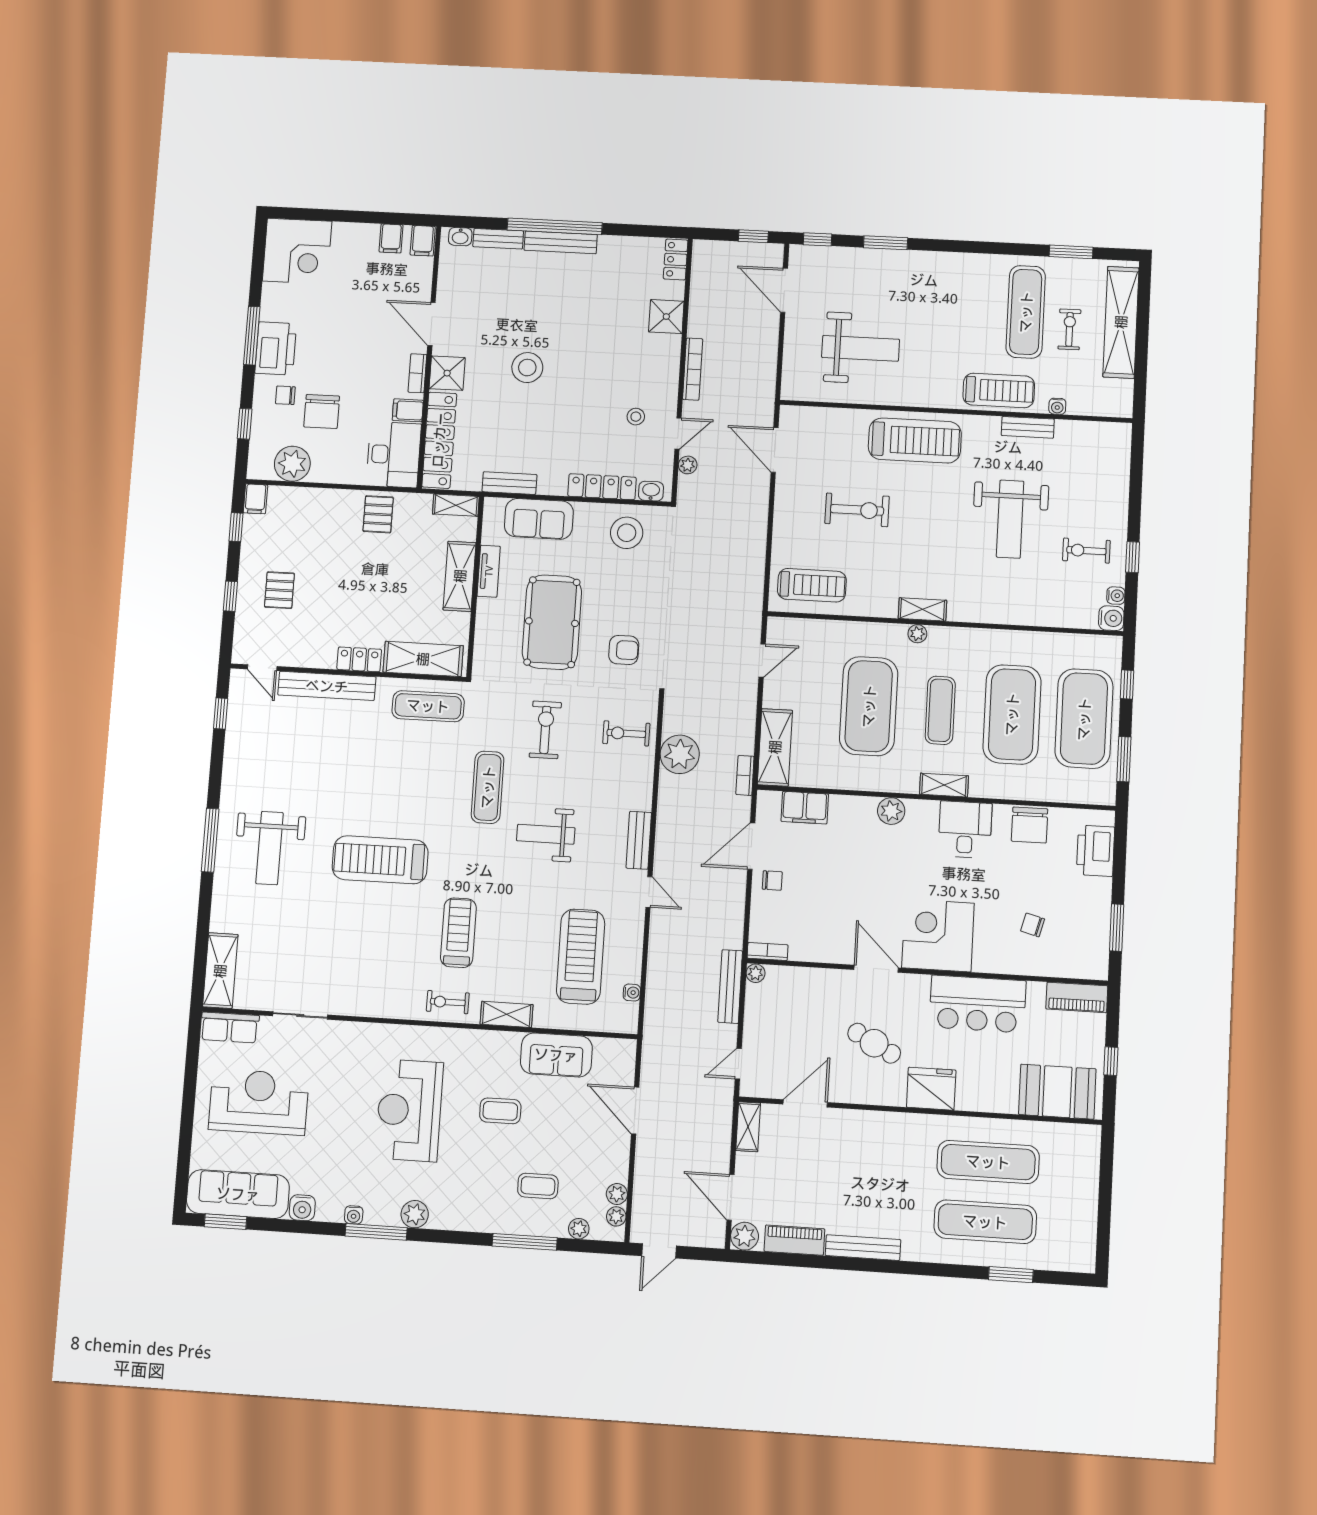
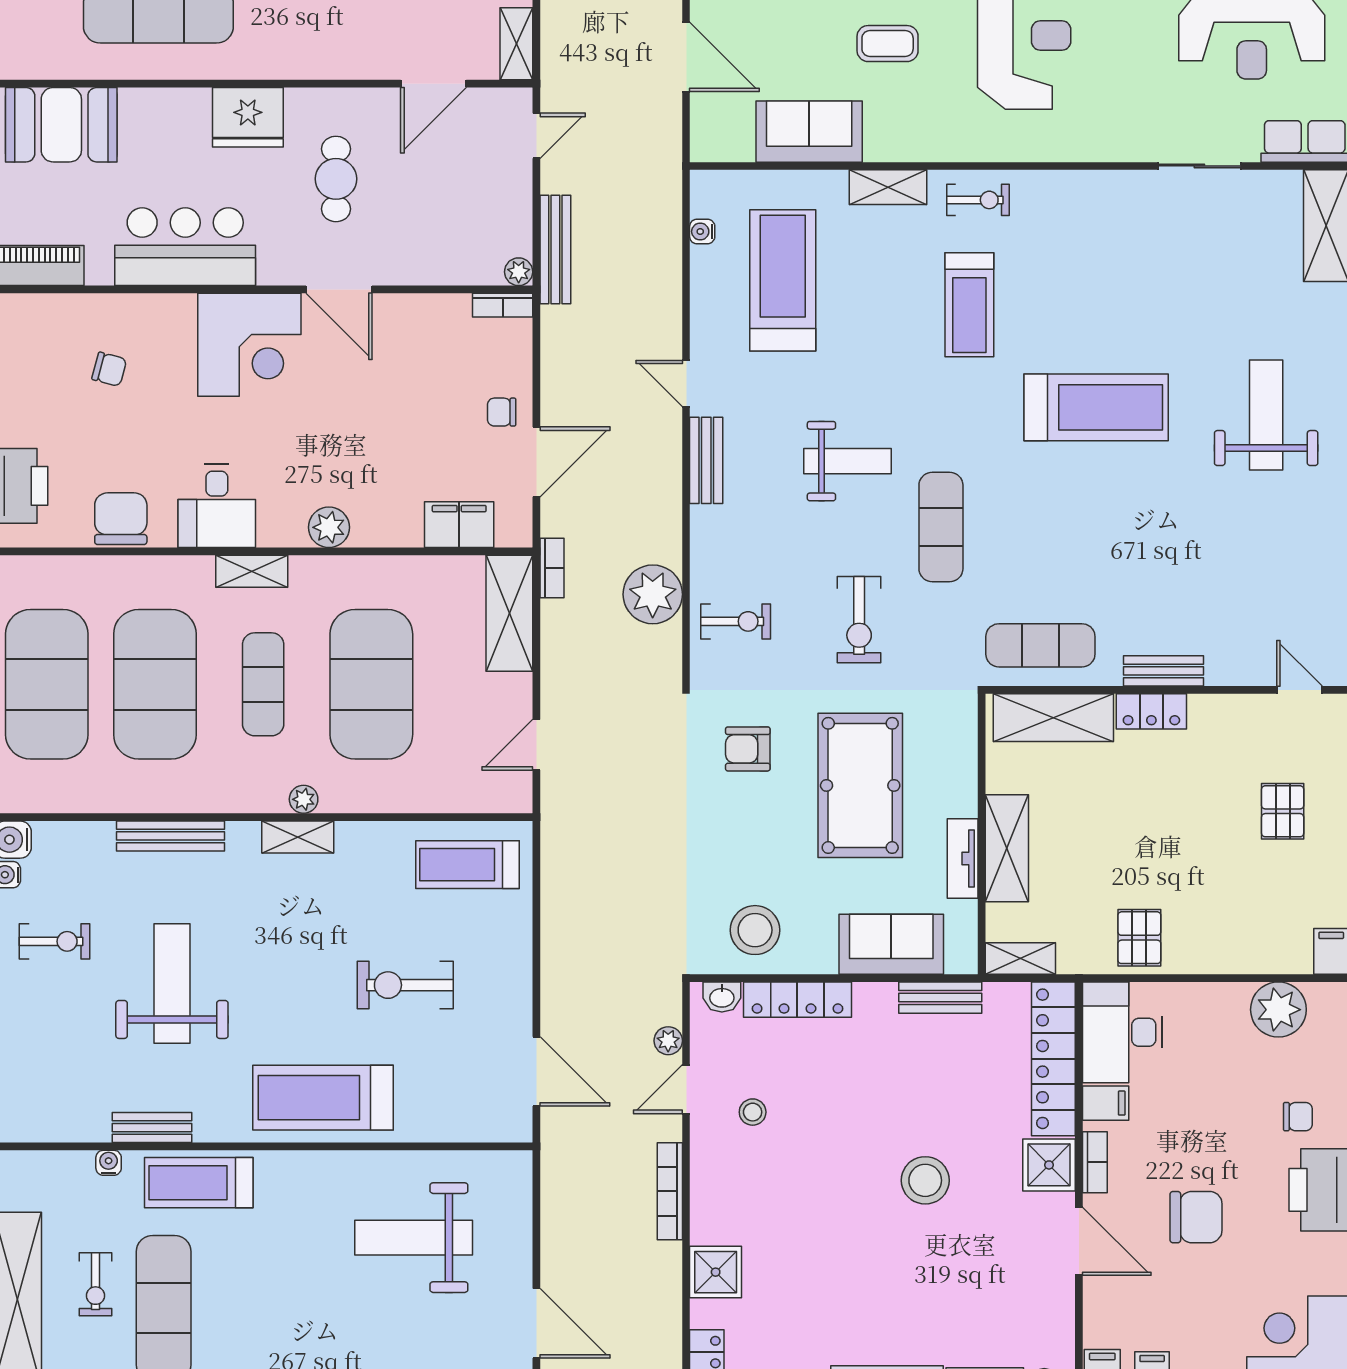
chair: (322, 411) -> (1196, 1217), moved, turned 90
bench: (1006, 615) -> (171, 836), added
bench: (327, 686) -> (1164, 671), width x0.54, depth x0.82
treadmill: (581, 957) -> (783, 280), turned 180
cafe table: (874, 1043) -> (336, 179), turned 62

